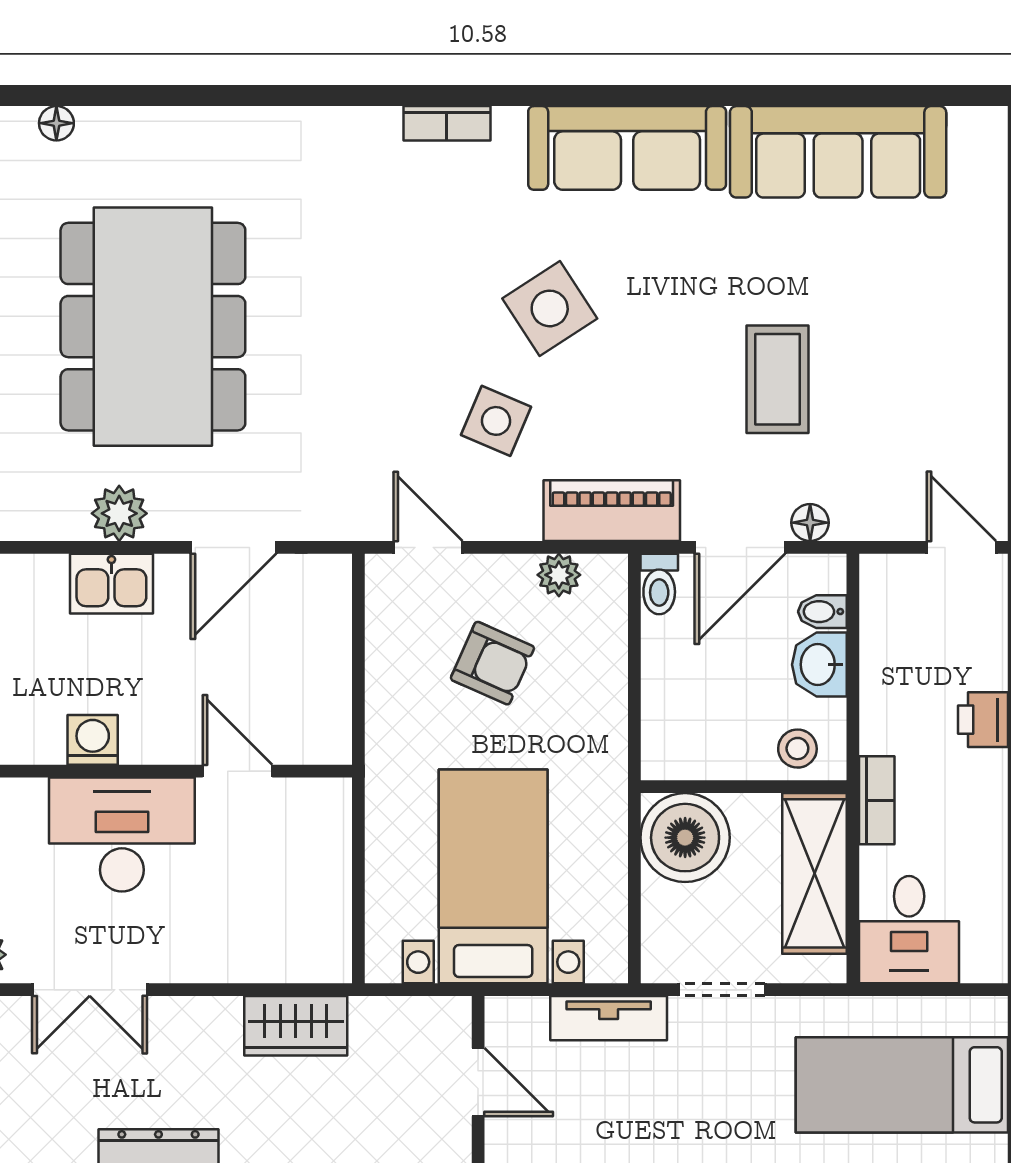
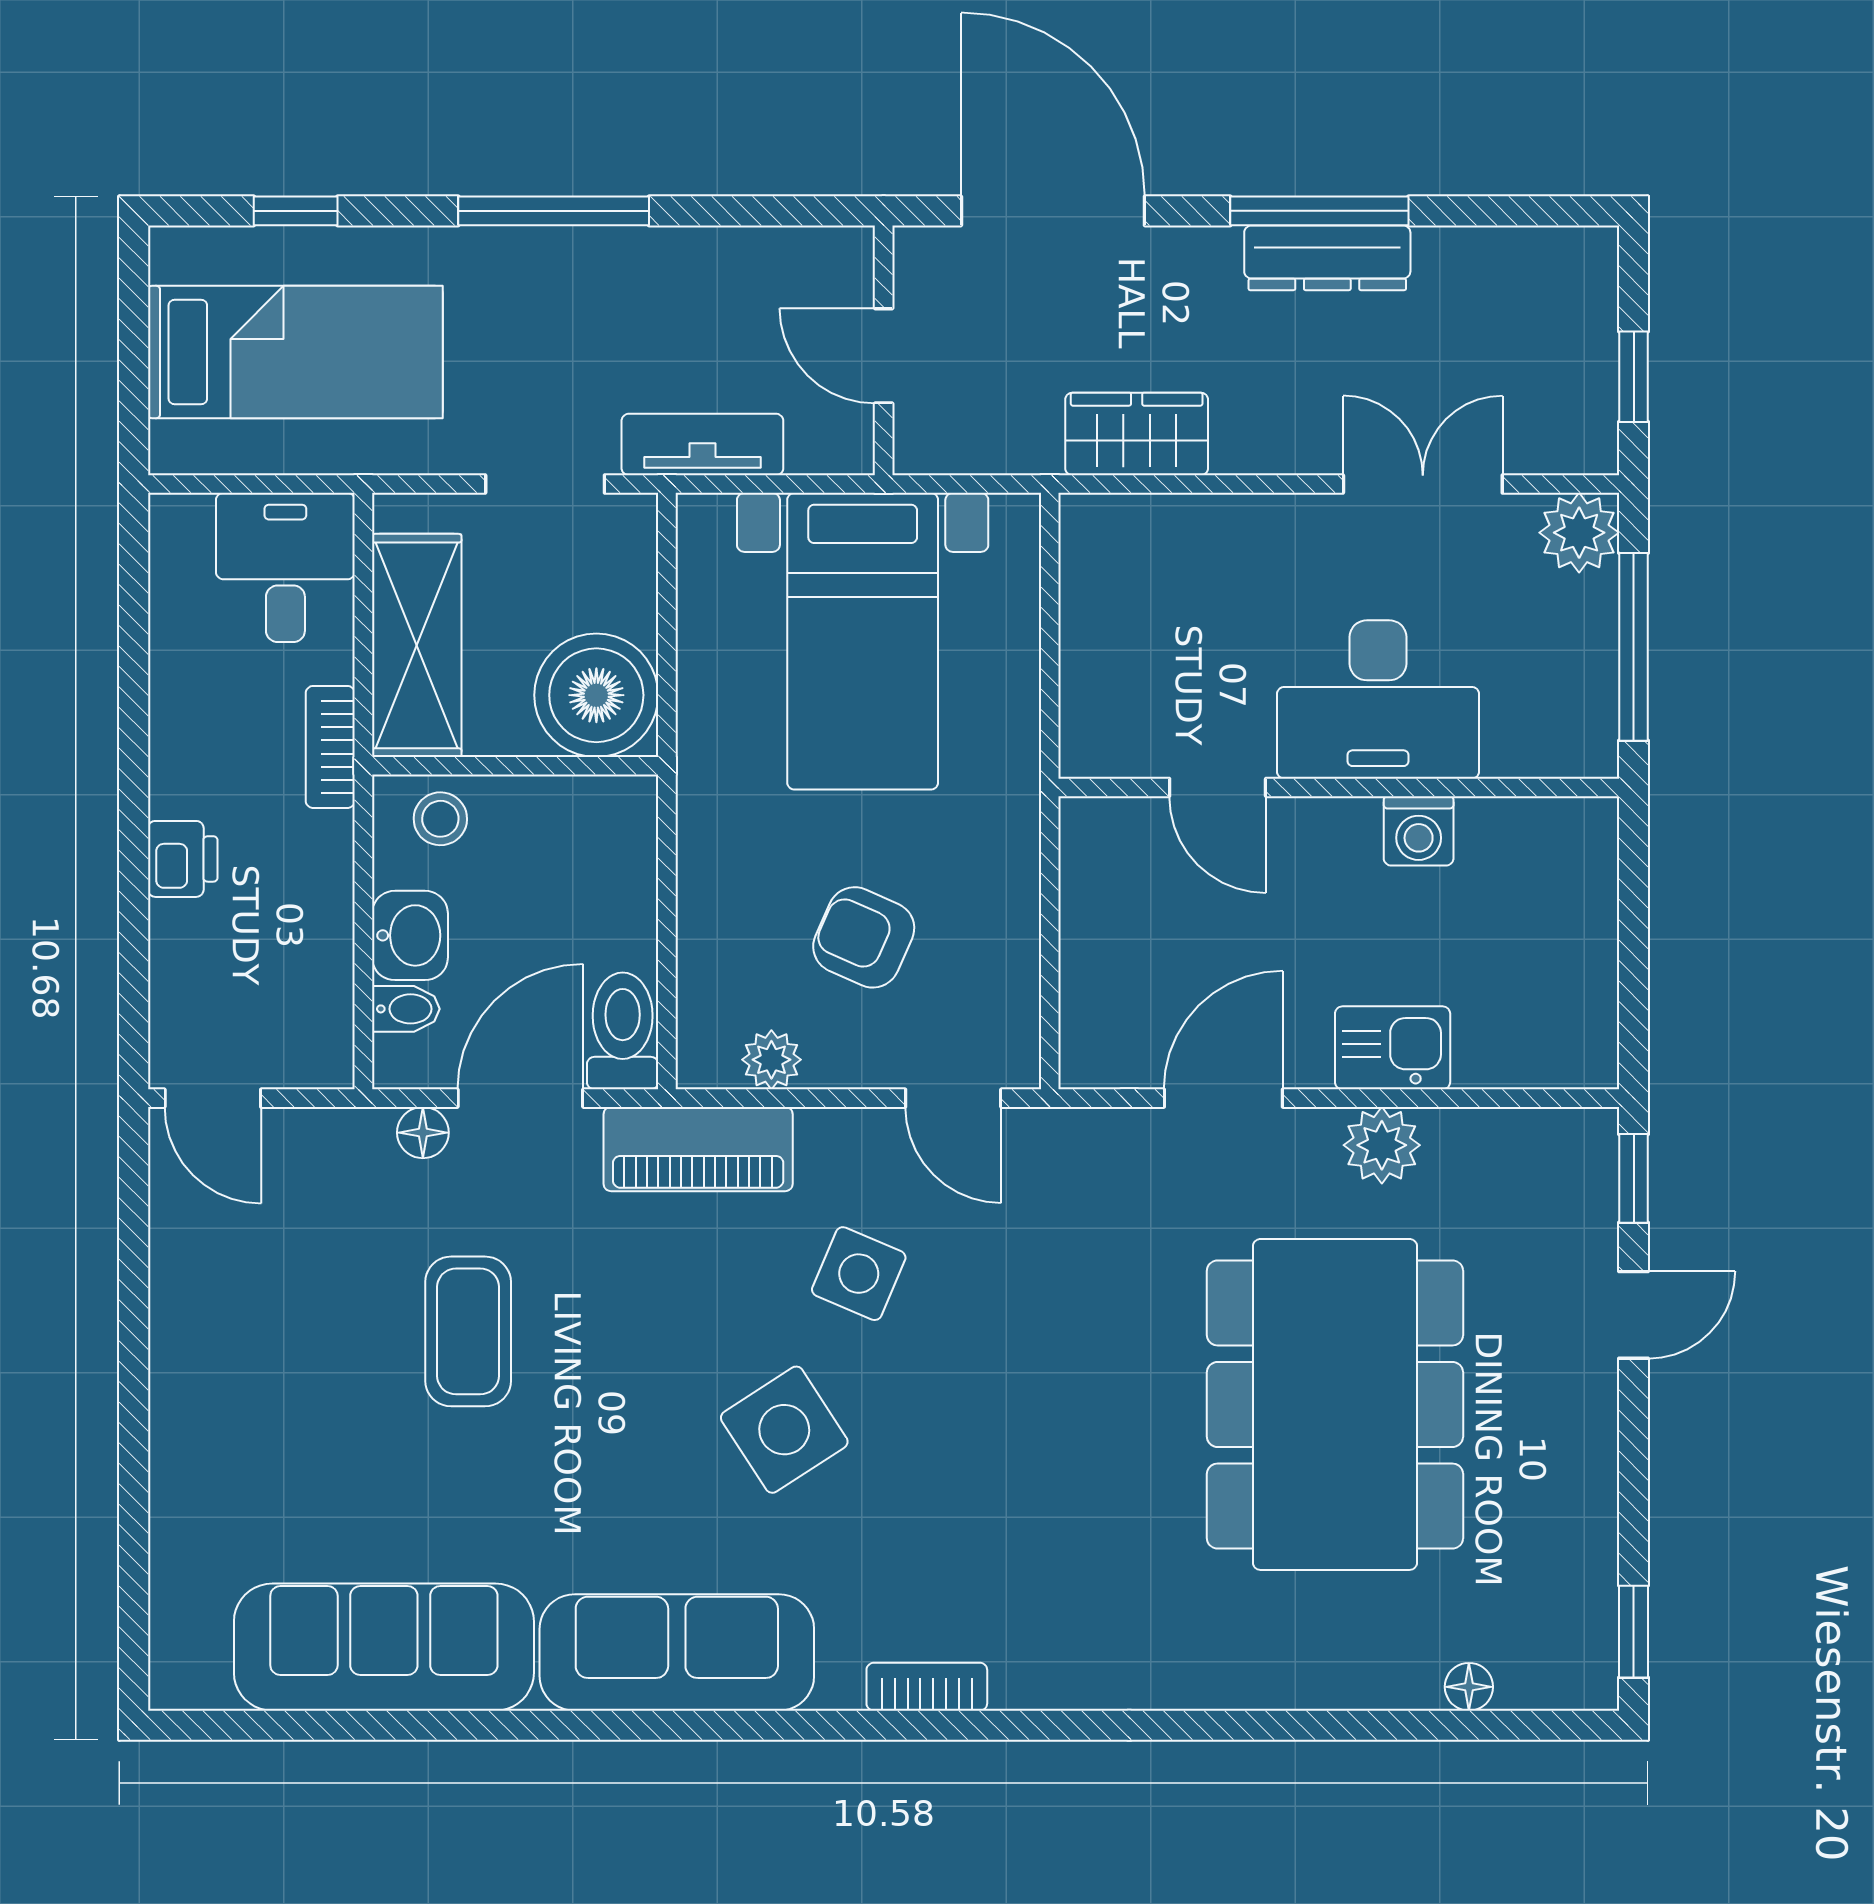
toilet: (659, 584) -> (623, 1031), width x1.37, depth x1.39

